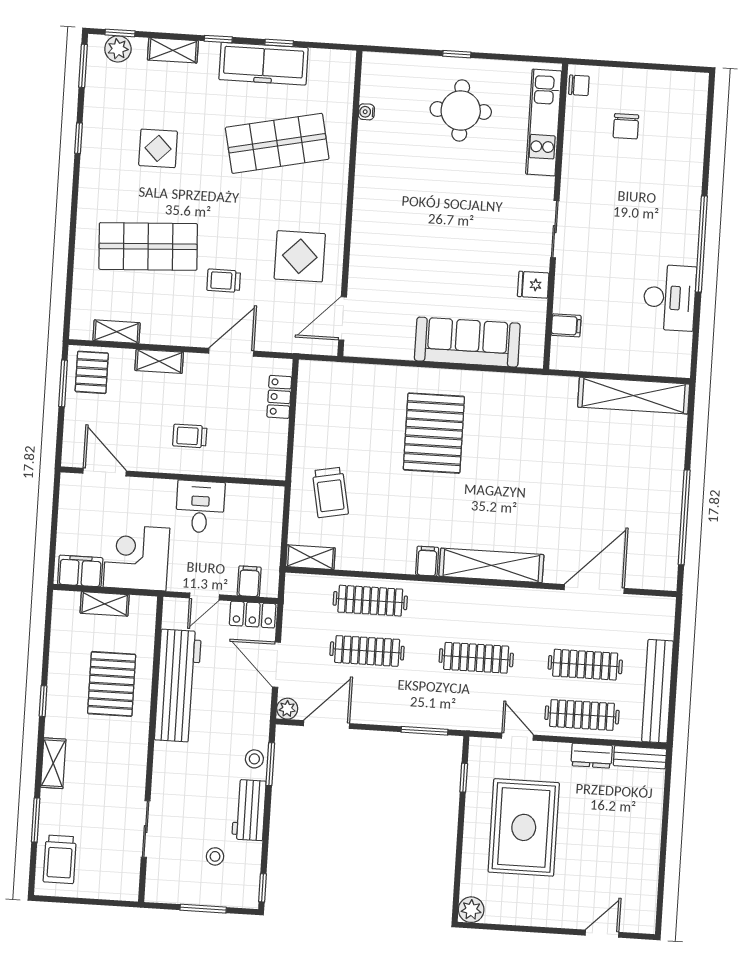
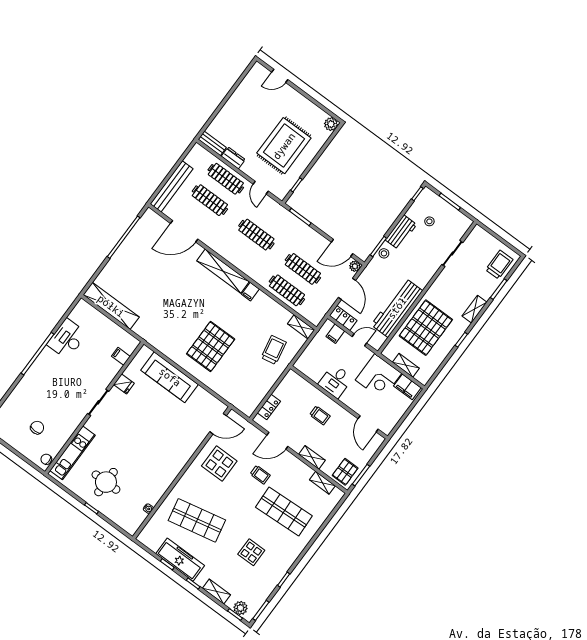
pallet: (112, 684) -> (426, 328), width x1.37, depth x1.41
bench: (658, 691) -> (172, 186), moved

